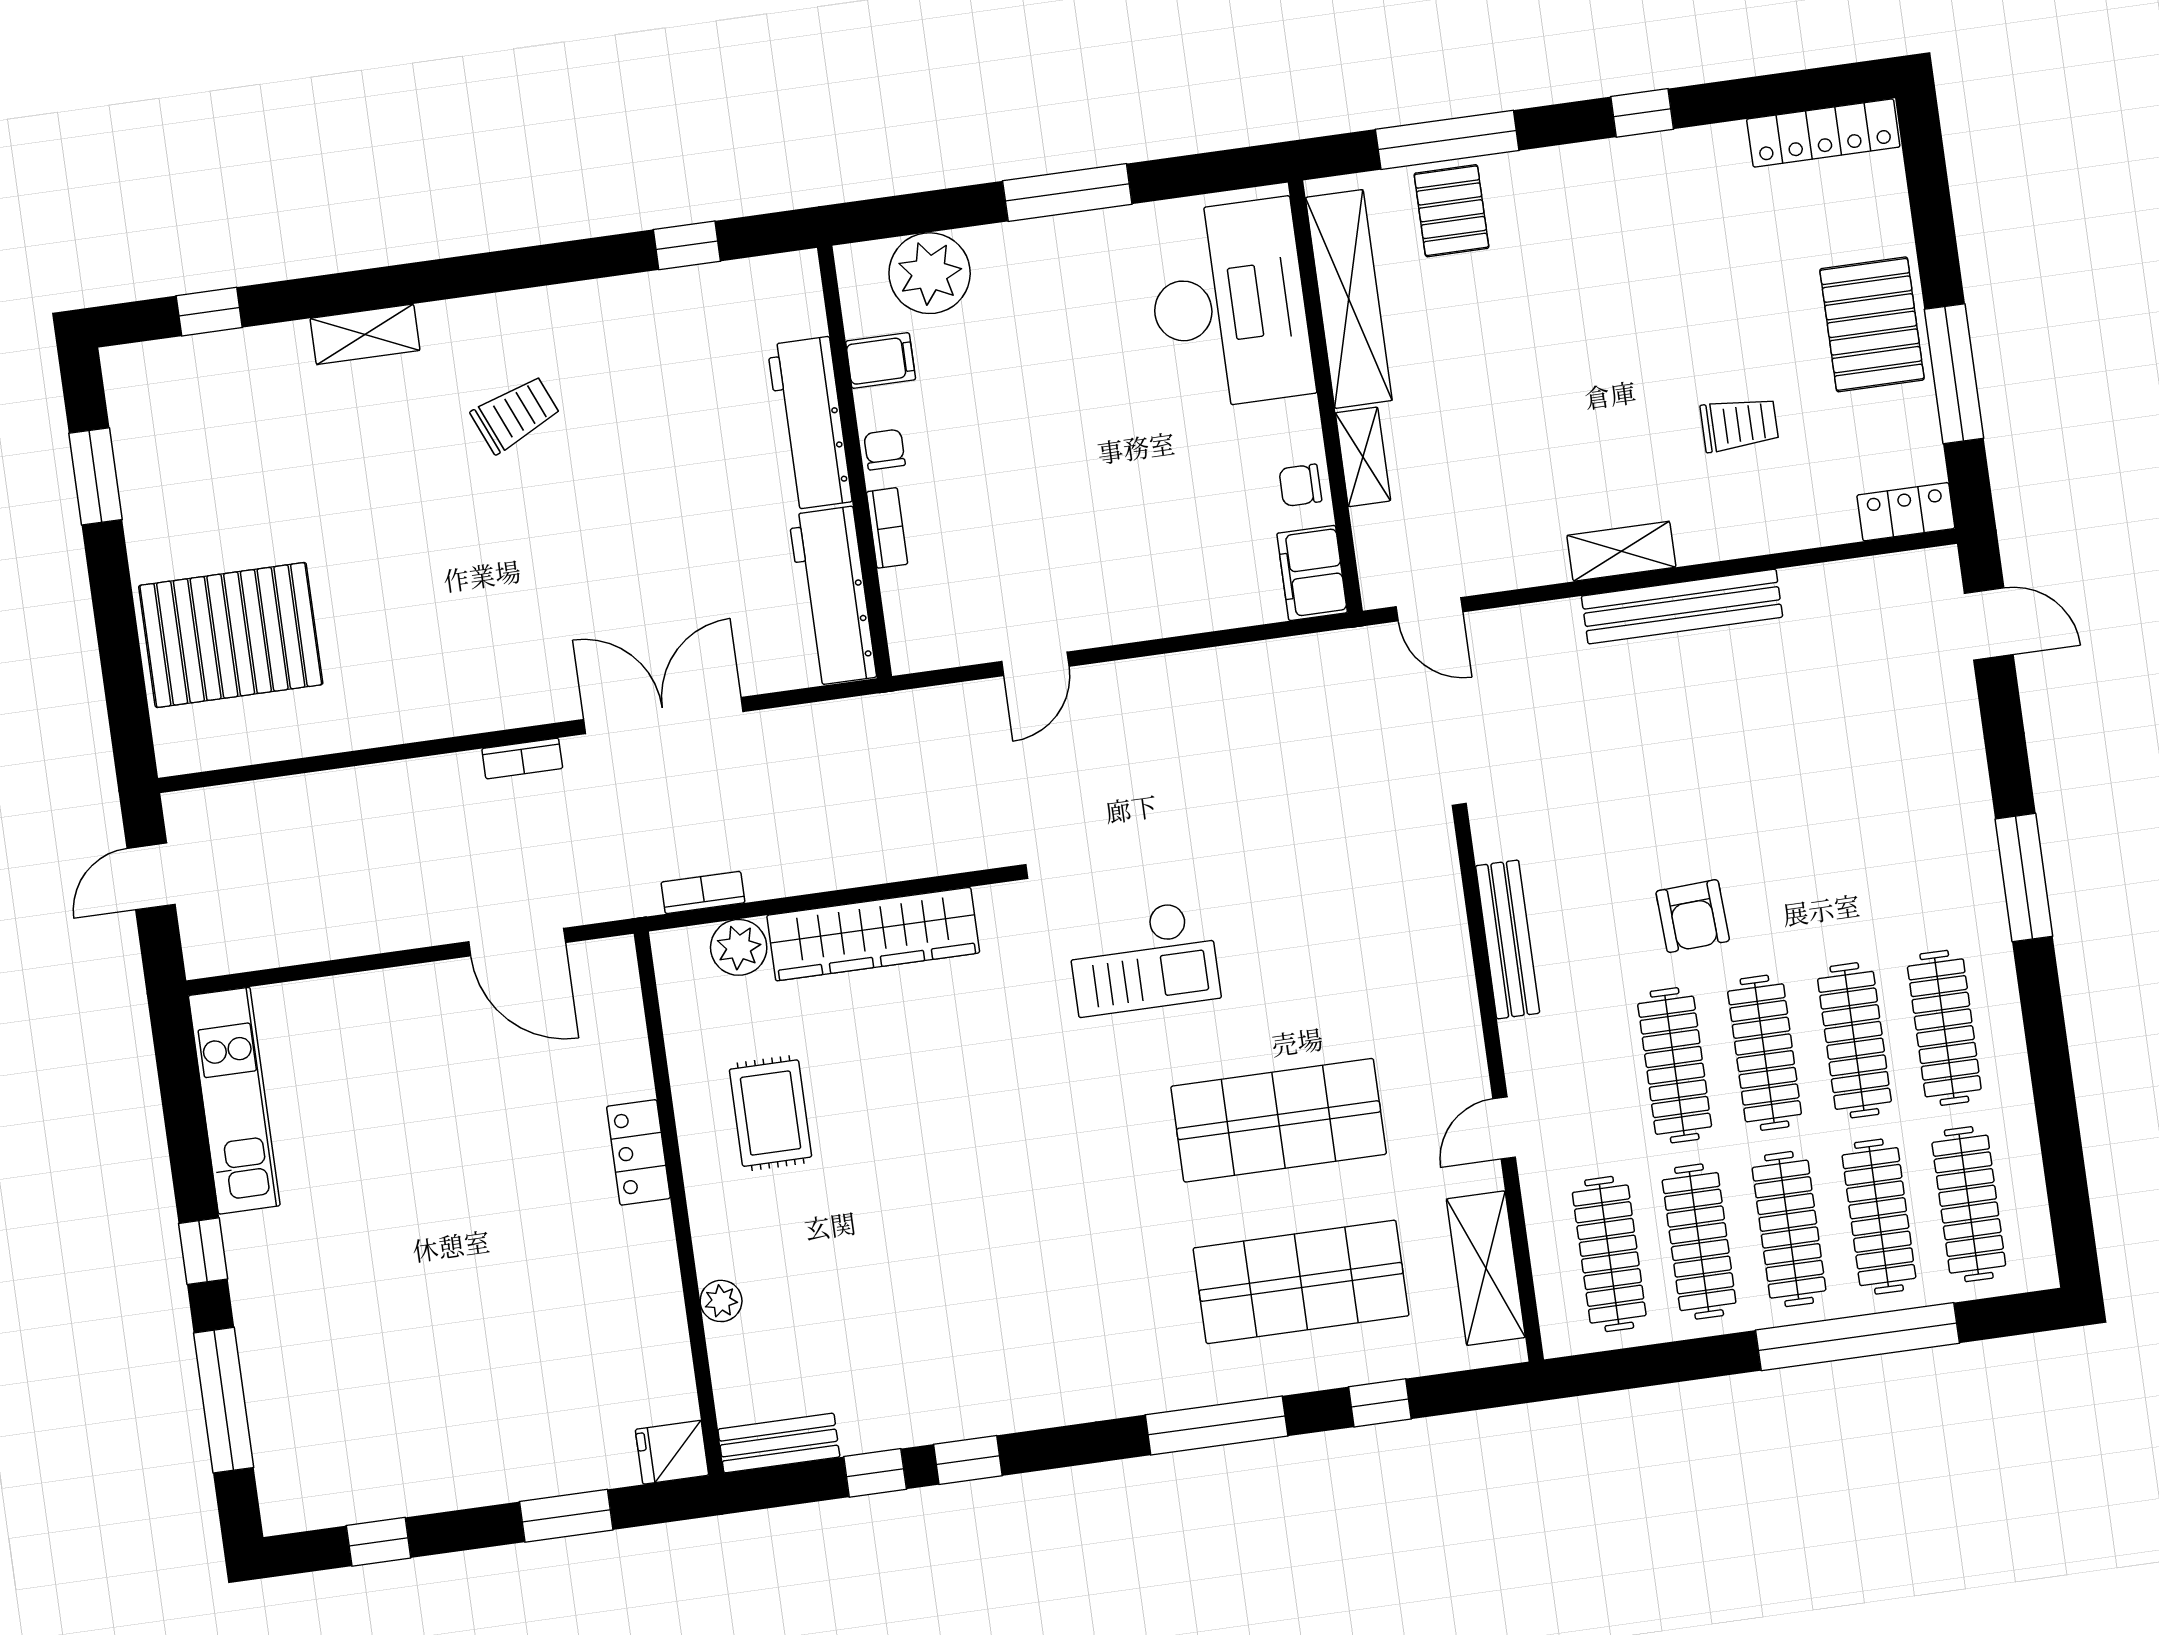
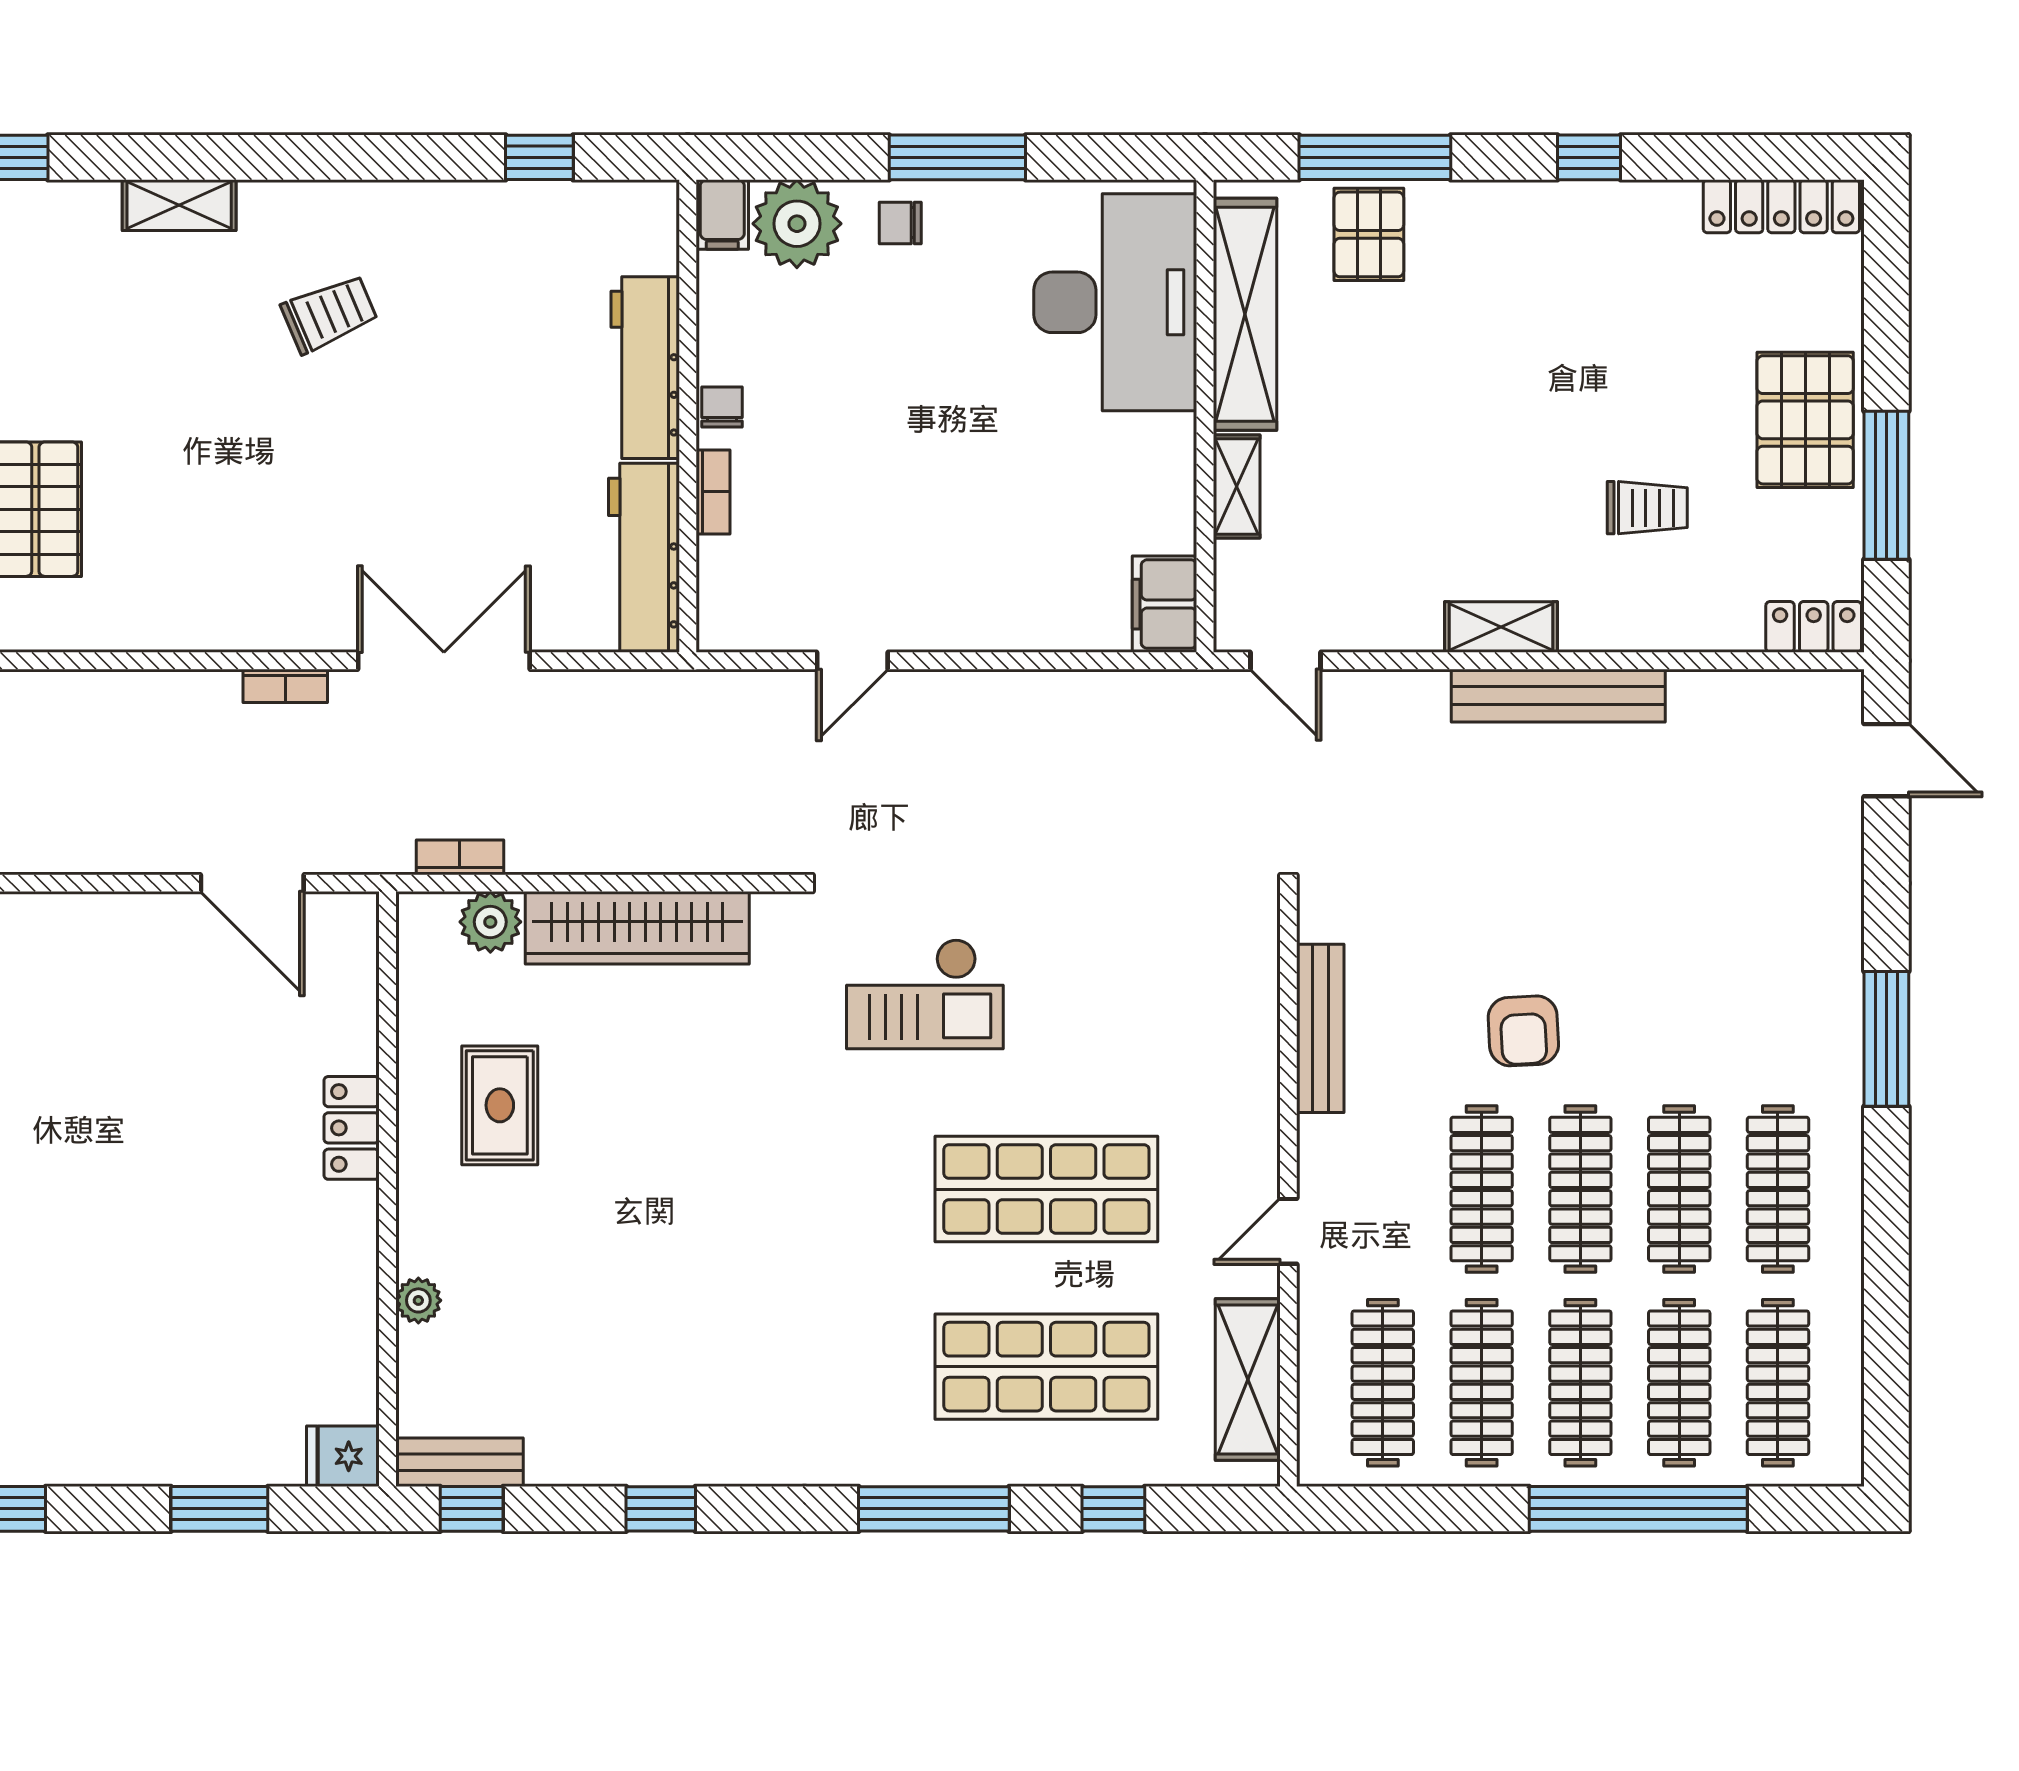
filing cabinet: (881, 360) -> (722, 214), moved, turned 90
chair: (1300, 485) -> (900, 223), moved
window: (875, 1473) -> (472, 1509), moved

